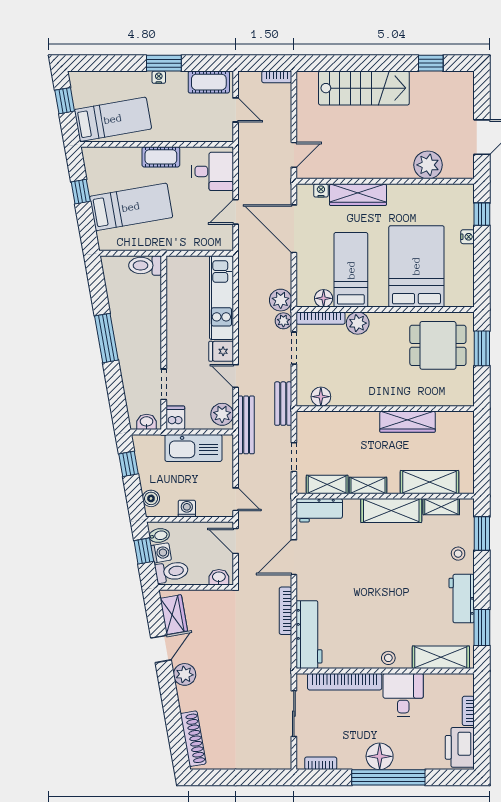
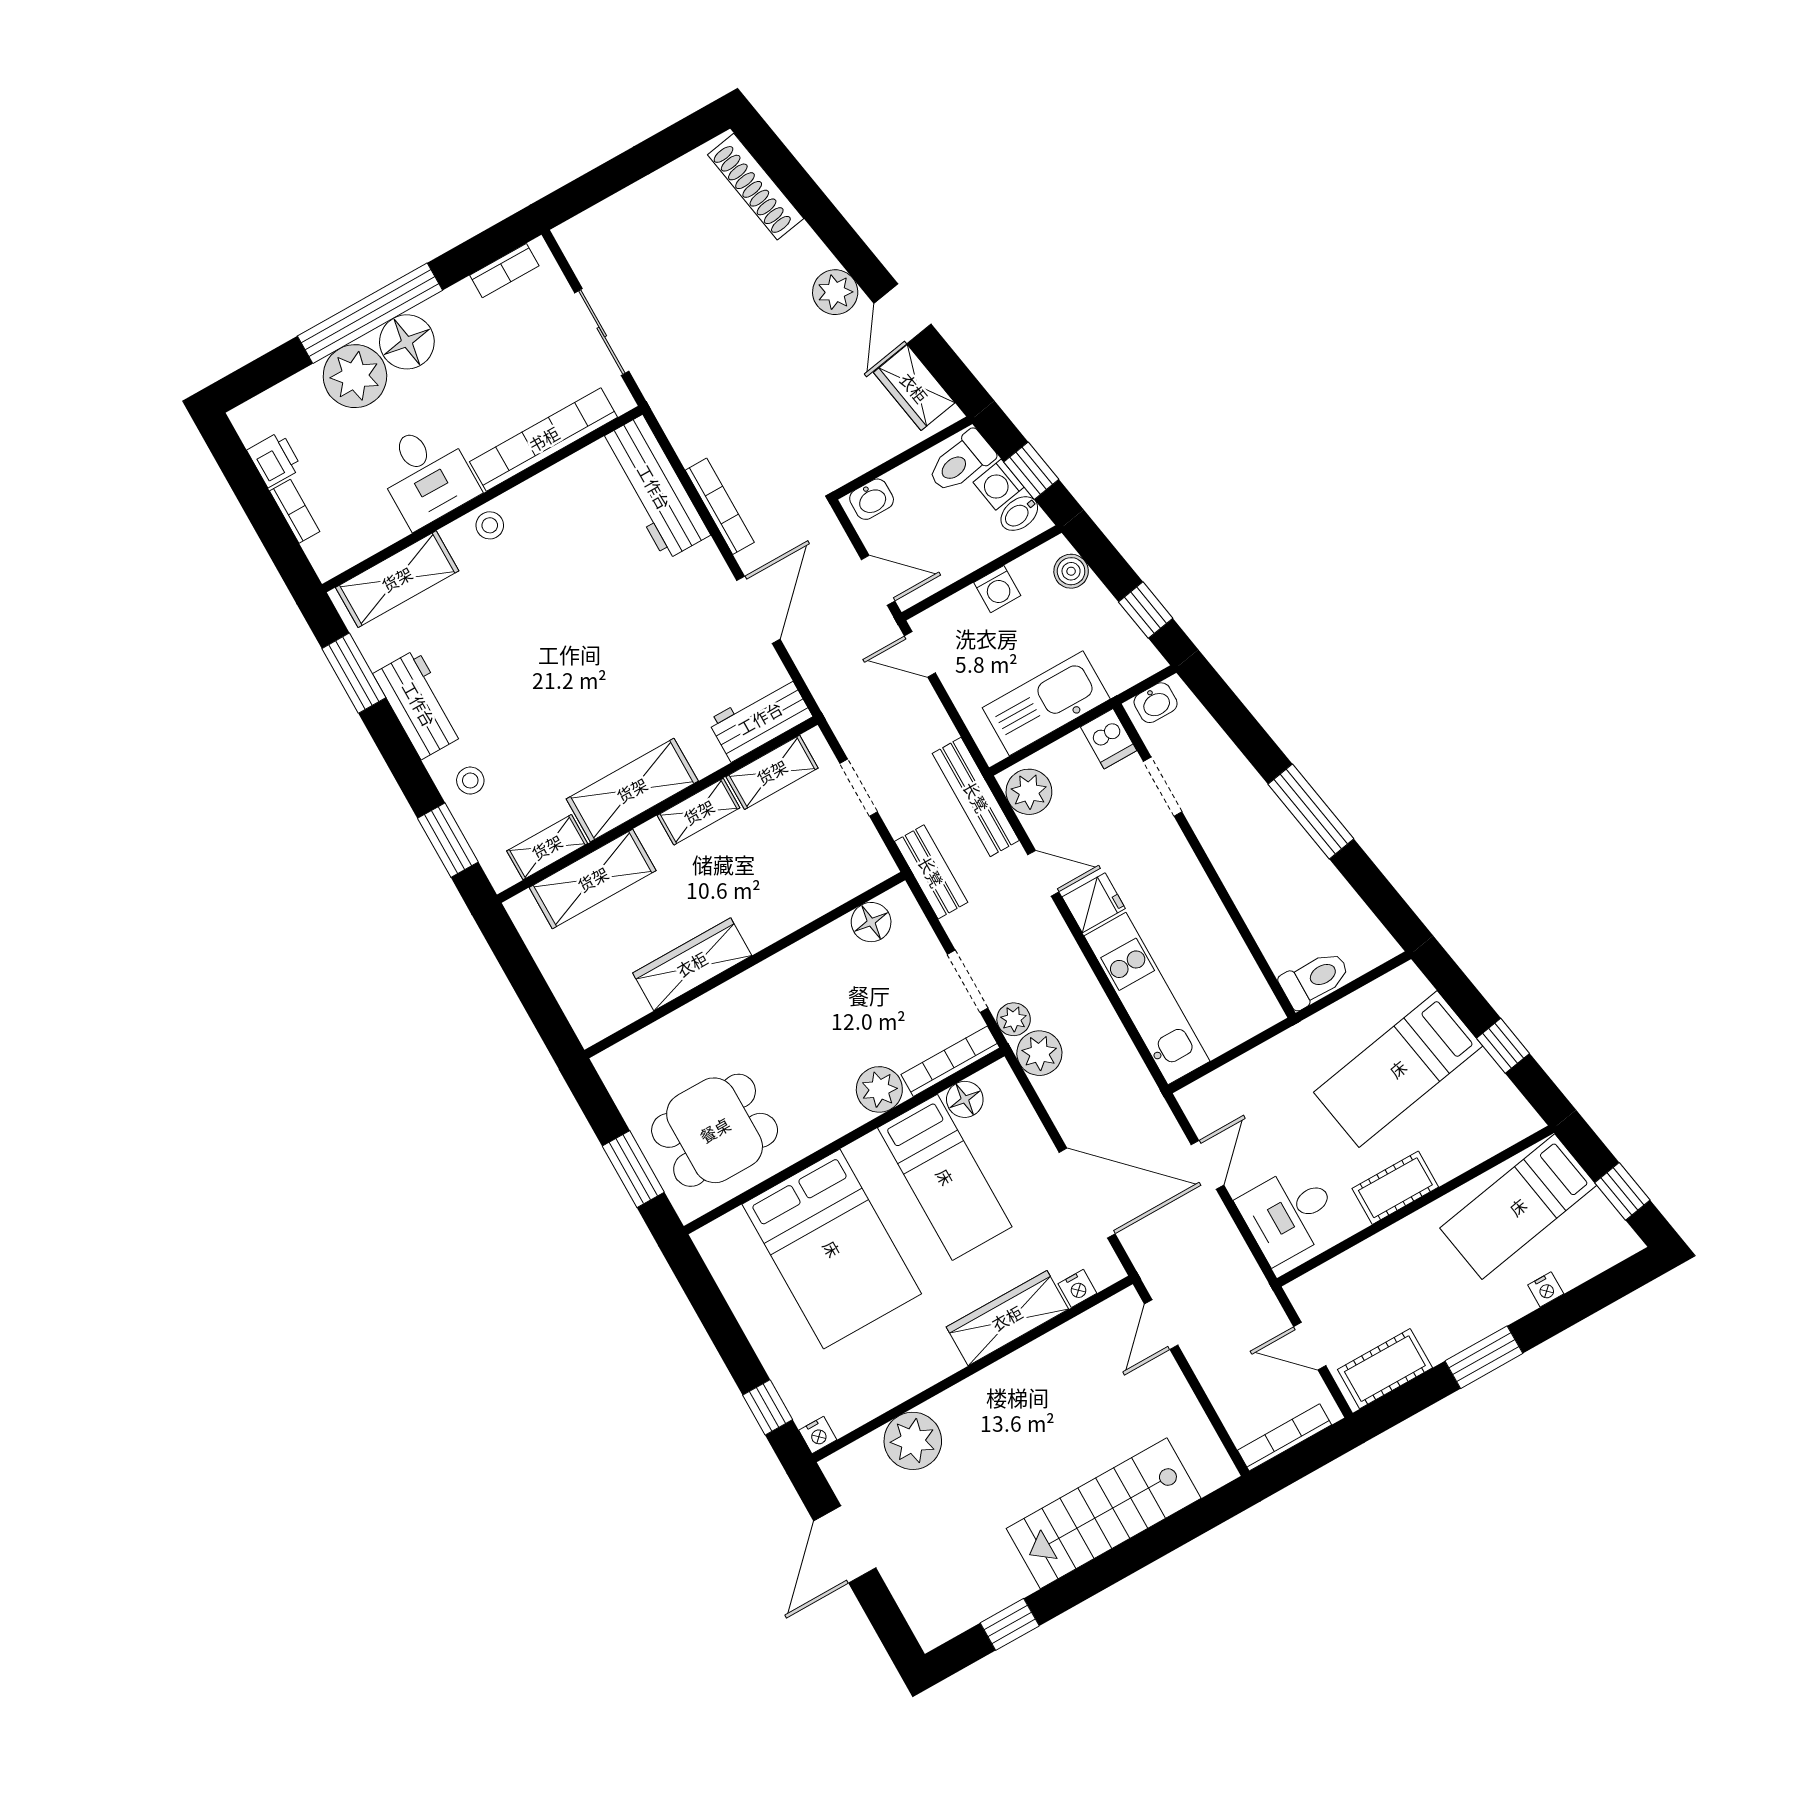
nightstand: (159, 77) -> (1546, 1289), moved
bookcase: (277, 77) -> (1284, 1437), width x1.56
nightstand: (468, 237) -> (818, 1435), moved, turned -90
printer: (460, 747) -> (274, 459), width x0.53, depth x0.68
plant: (410, 754) -> (355, 376), added

